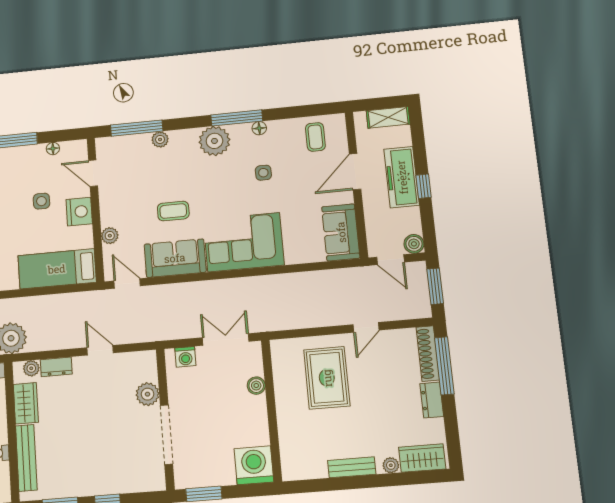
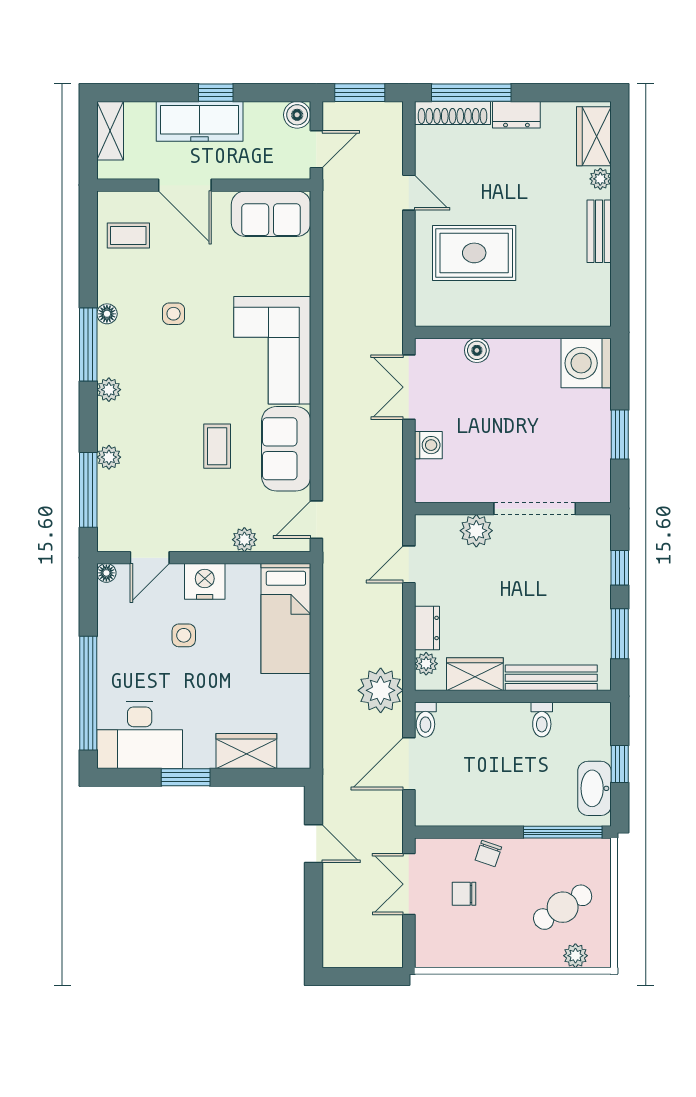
plant: (214, 141) -> (109, 390), width x0.53, depth x0.53
floor lamp: (53, 149) -> (106, 573), moved
plant: (148, 394) -> (476, 531), moved
wall: (165, 419) -> (513, 509), moved
doorway: (166, 435) -> (535, 509), moved

